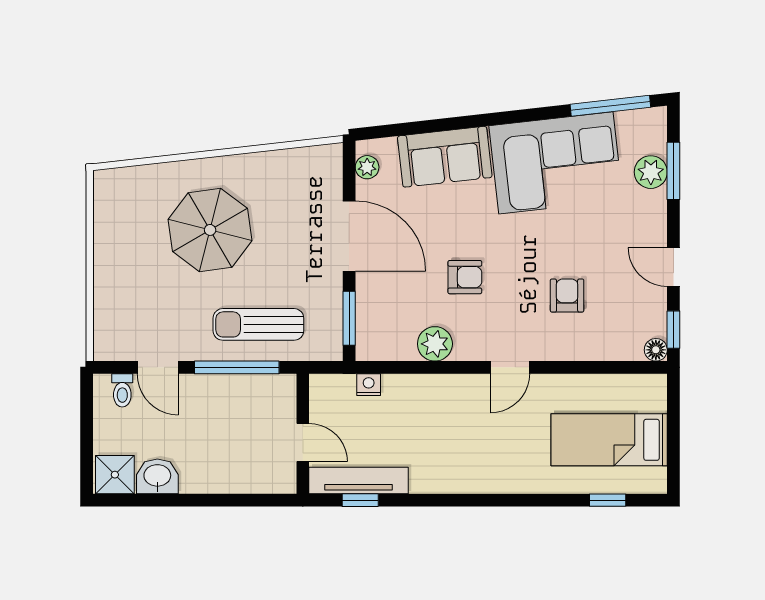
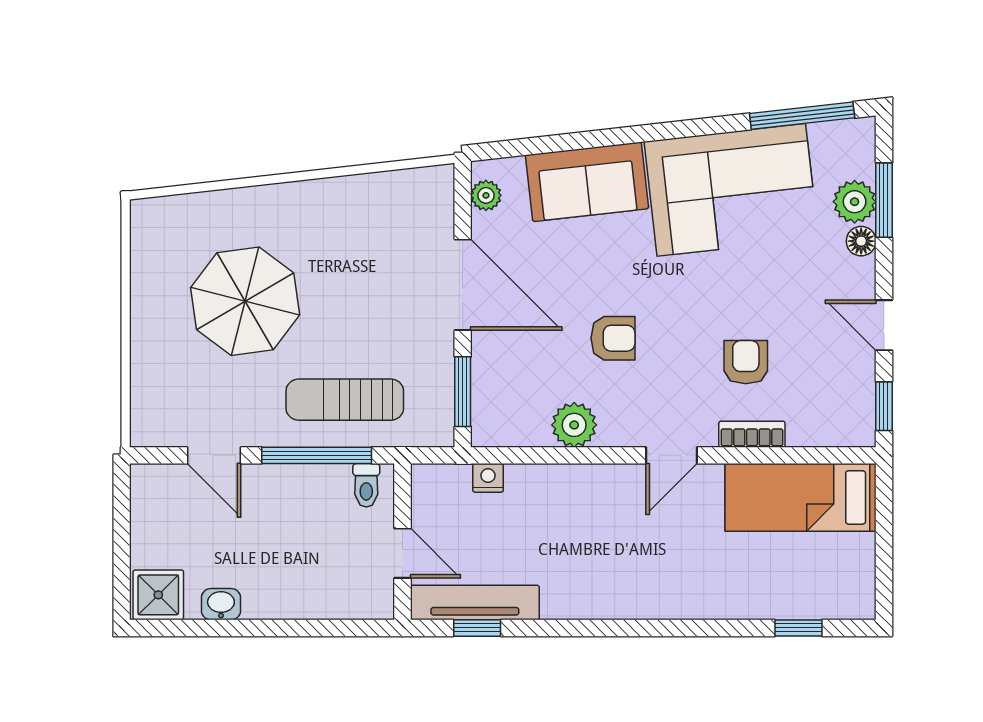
parasol: (210, 230) -> (245, 301), moved
floor lamp: (656, 350) -> (861, 241), moved
bookcase: (572, 351) -> (752, 434), added
toilet: (122, 390) -> (366, 485), moved
bed: (609, 440) -> (800, 497), moved
washbasin: (157, 476) -> (221, 604), width x0.72, depth x0.69

